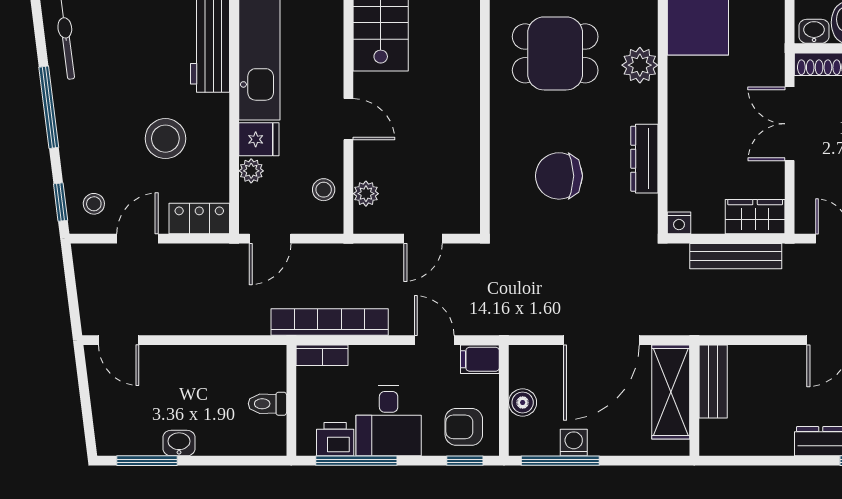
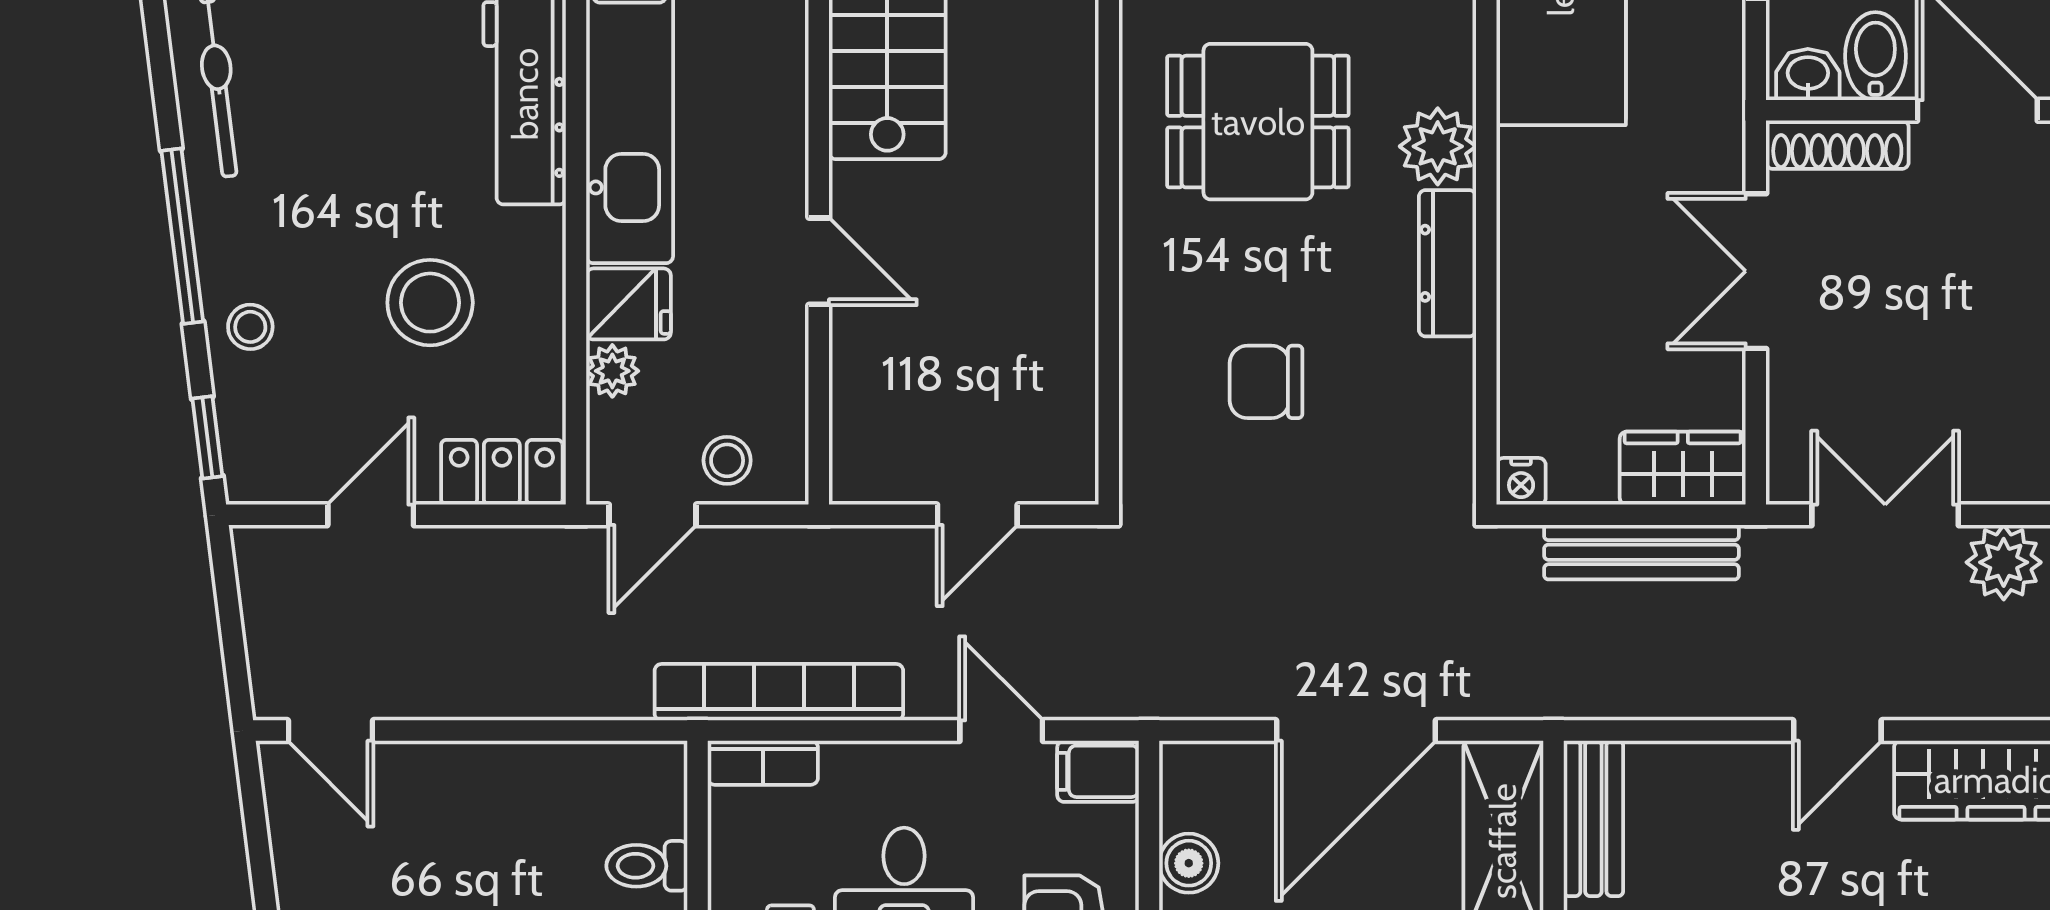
dresser: (644, 159) -> (1447, 263), moved
chair: (559, 176) -> (1266, 382), width x0.73, depth x0.73
stool: (324, 190) -> (727, 460), moved
plant: (366, 194) -> (856, 419), removed
stool: (94, 204) -> (250, 327), moved

